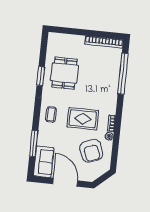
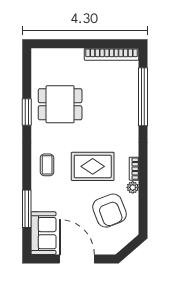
dining table: (65, 73) -> (60, 104), turned 90

